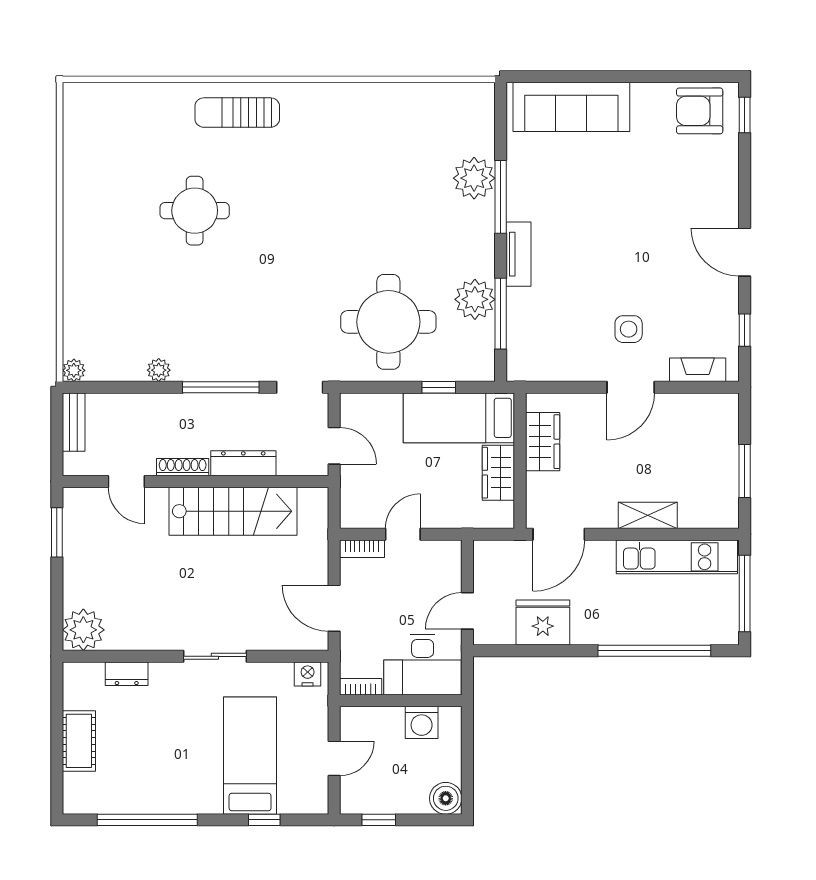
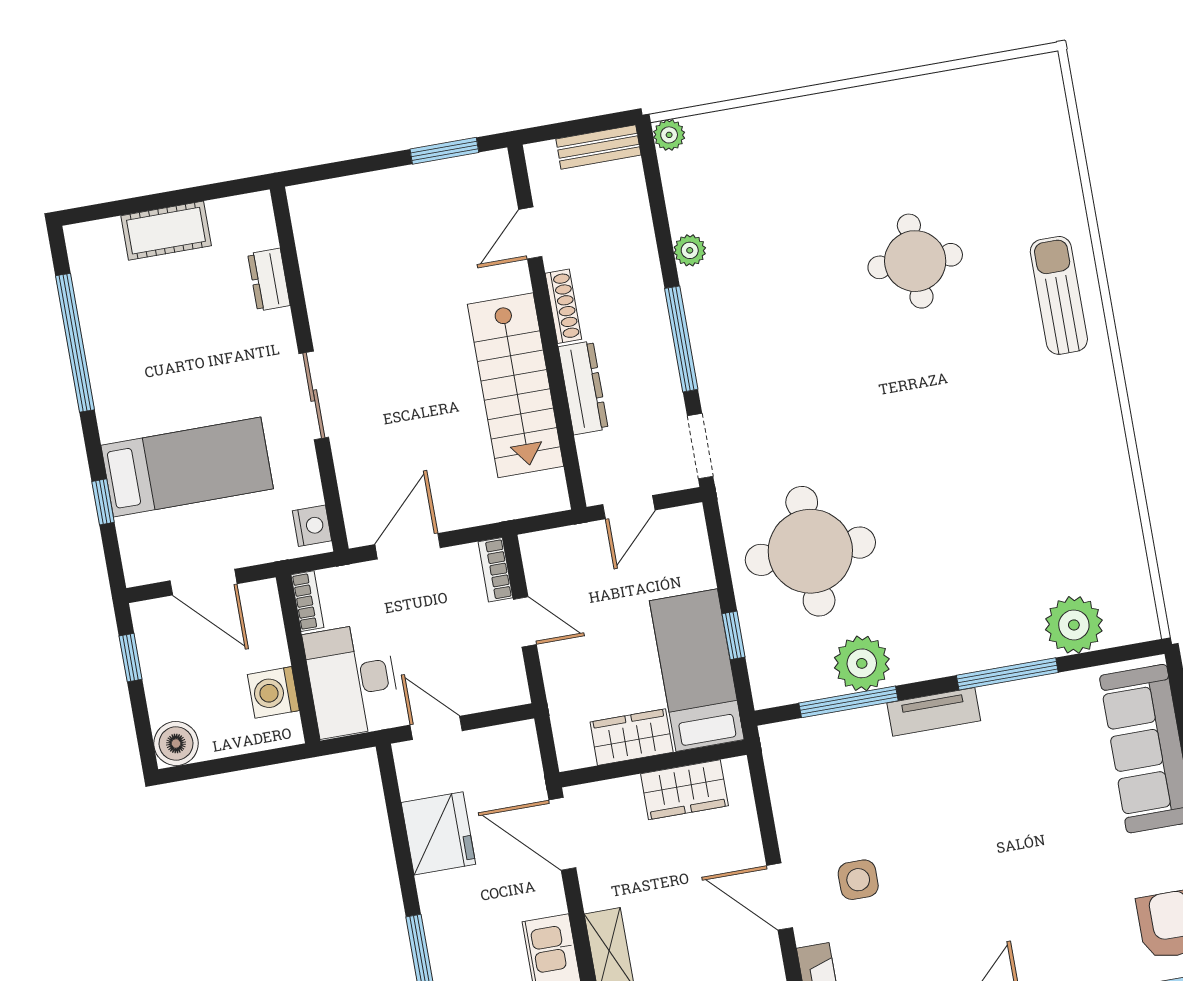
plant: (474, 178) -> (1074, 625), moved
plant: (83, 630) -> (318, 210), removed
door: (334, 758) -> (204, 582), width x1.37

